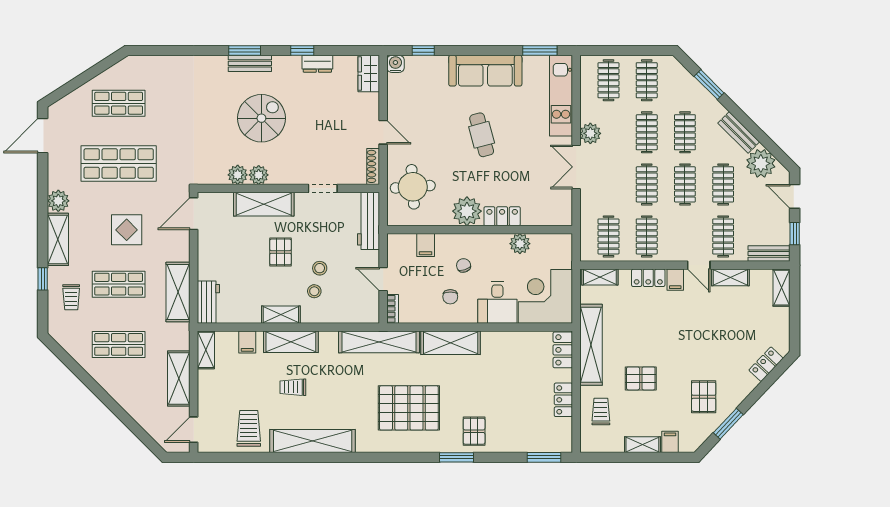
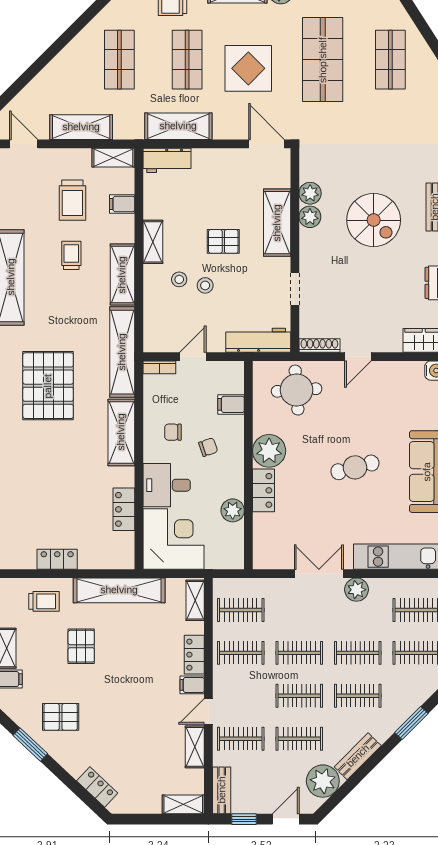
display table: (127, 230) -> (248, 68), width x1.36, depth x1.36
shelving: (291, 342) -> (122, 275), moved
locker: (563, 350) -> (124, 509), moved, turned -90
trolley: (249, 428) -> (72, 200), moved, turned 90
pallet: (474, 431) -> (22, 459), removed

